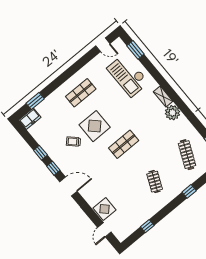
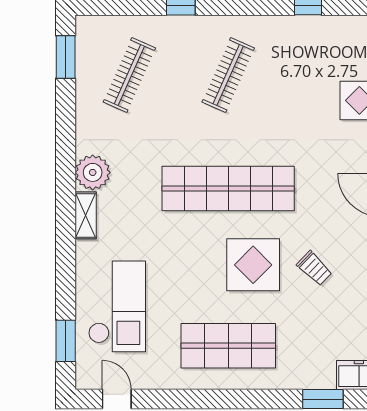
shop shelf: (81, 93) -> (228, 346), width x1.43, depth x1.36
shop shelf: (124, 144) -> (228, 189), width x2.00, depth x1.36
clothes rail: (155, 182) -> (228, 75), width x1.36

